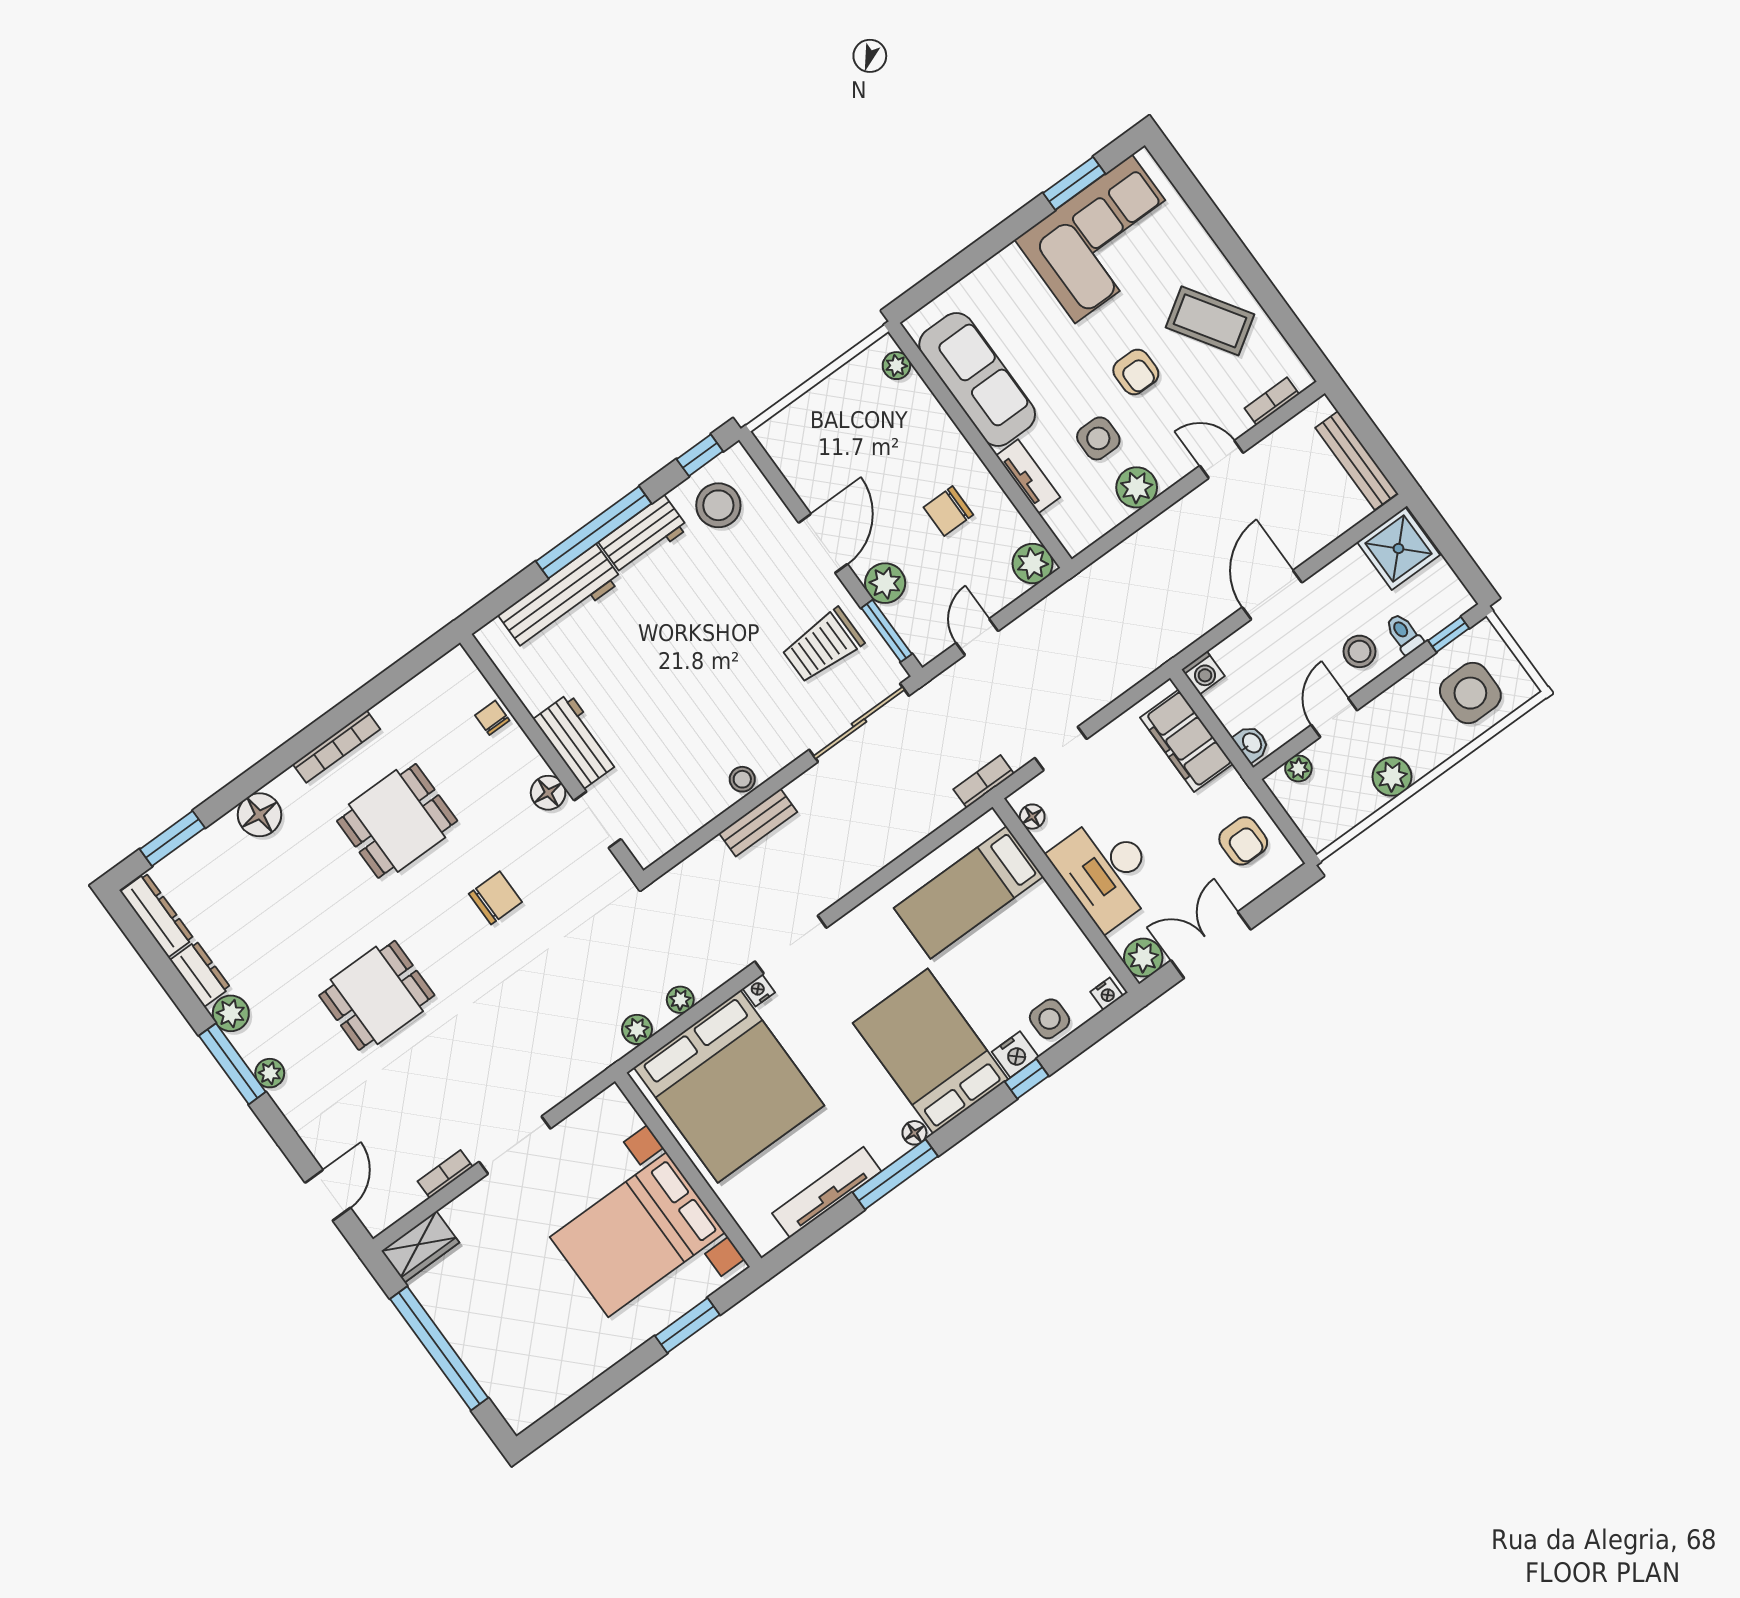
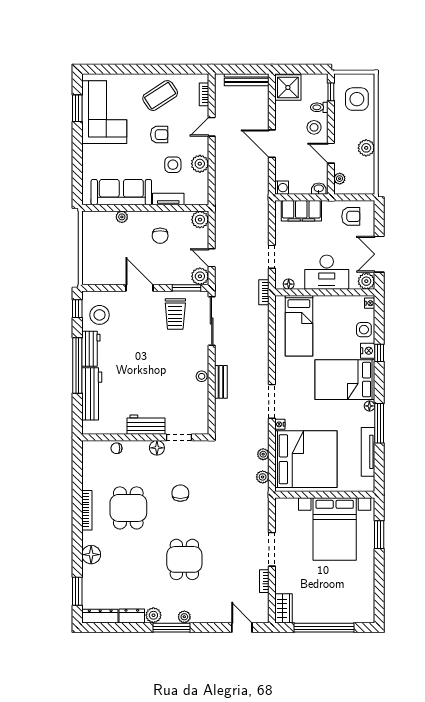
plant: (896, 366) -> (122, 217), moved
plant: (885, 583) -> (200, 276), moved

